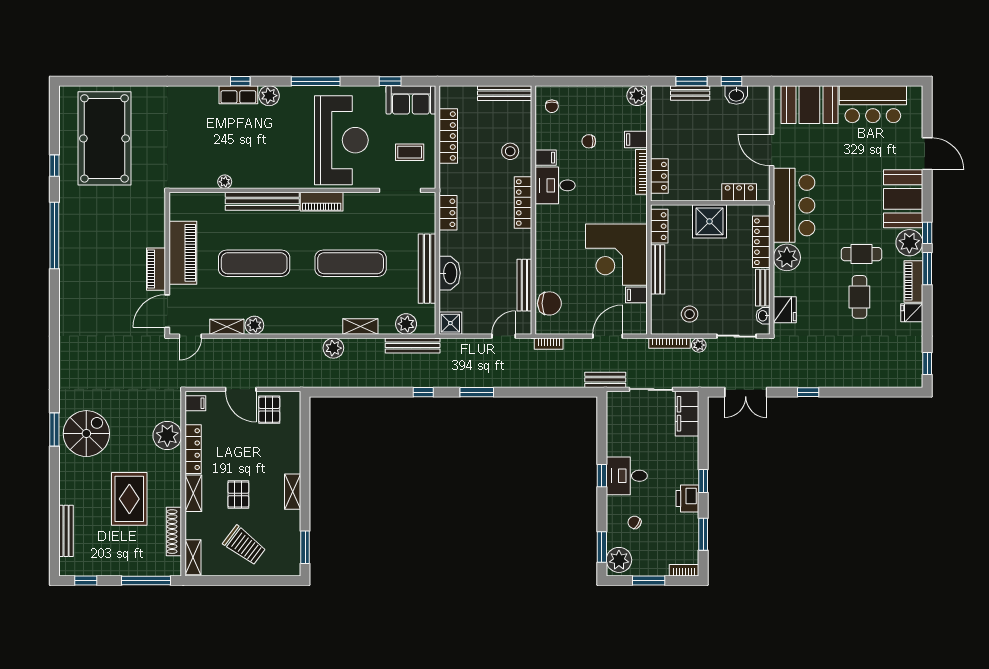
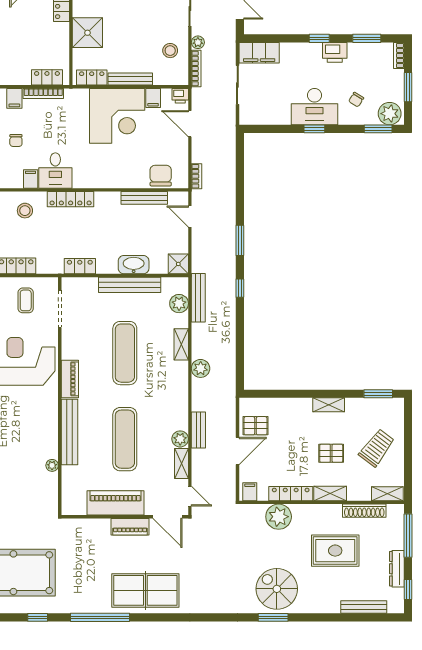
table tennis table: (85, 286) -> (145, 590), added
printer: (639, 325) -> (180, 96), added
bench: (605, 380) -> (198, 430), moved
desk: (627, 476) -> (315, 107), width x1.37
dresser: (109, 568) -> (397, 569), added

